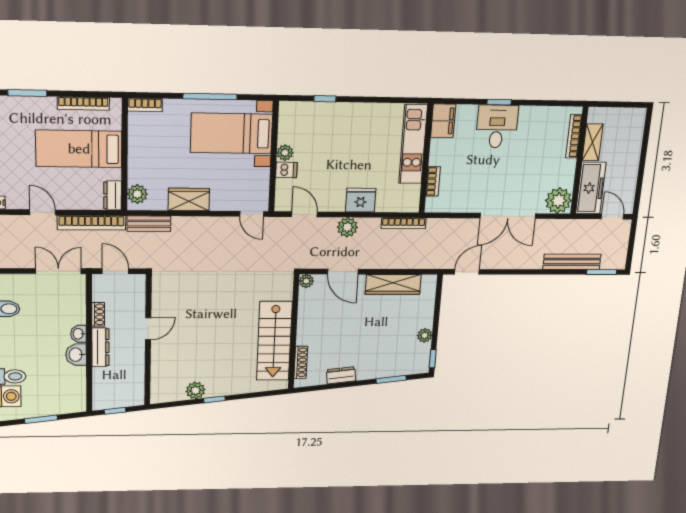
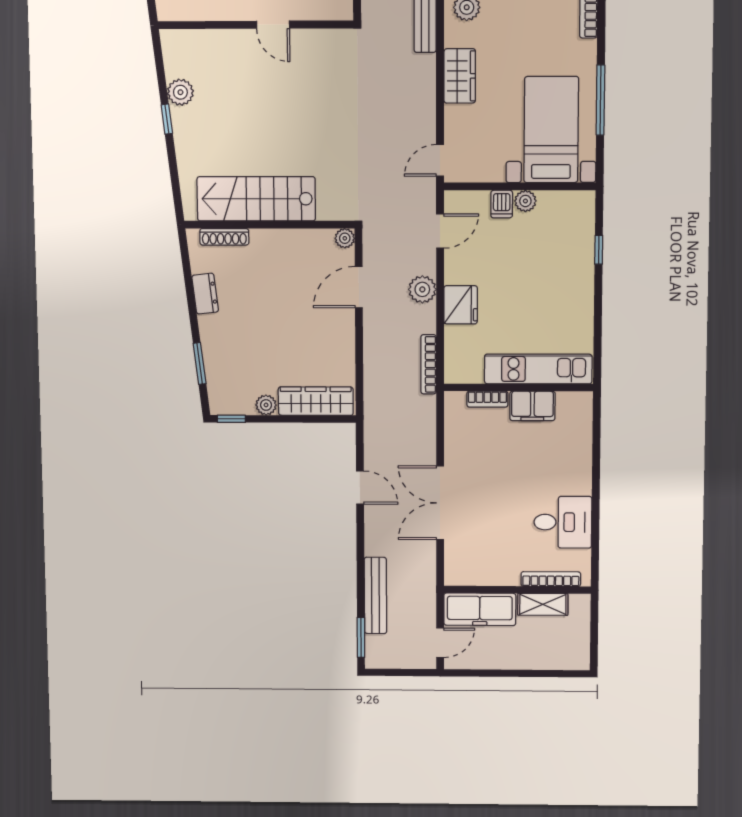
window: (499, 102) -> (596, 477), removed
filing cabinet: (443, 121) -> (532, 406), moved
desk: (497, 126) -> (563, 522), moved
plant: (558, 201) -> (462, 568), removed
door: (467, 272) -> (360, 488), moved
wardrobe: (393, 284) -> (316, 401), moved, turned 90

